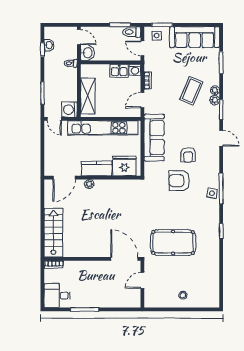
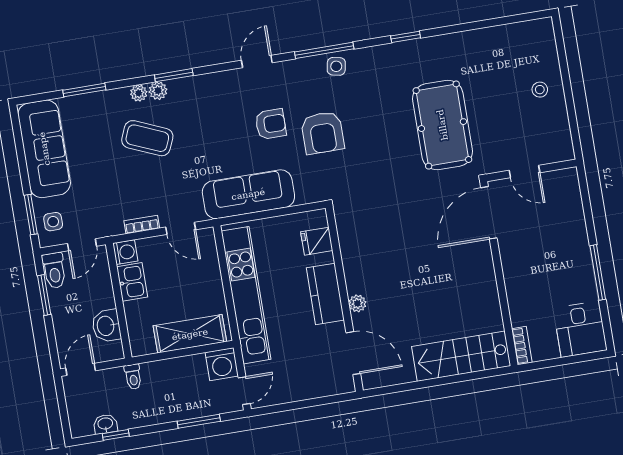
washbasin: (87, 53) -> (106, 326), moved, turned -90
door: (221, 138) -> (257, 61), moved
fridge: (124, 166) -> (317, 241), width x0.53, depth x0.75

